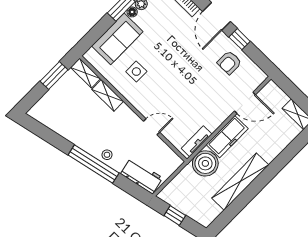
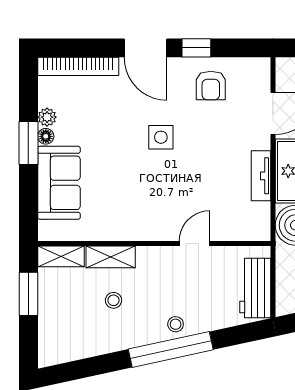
side table: (136, 72) -> (161, 137), moved
stool: (90, 116) -> (113, 300), added
tv unit: (197, 141) -> (261, 176), moved
workbench: (142, 176) -> (255, 288), moved, turned -78

